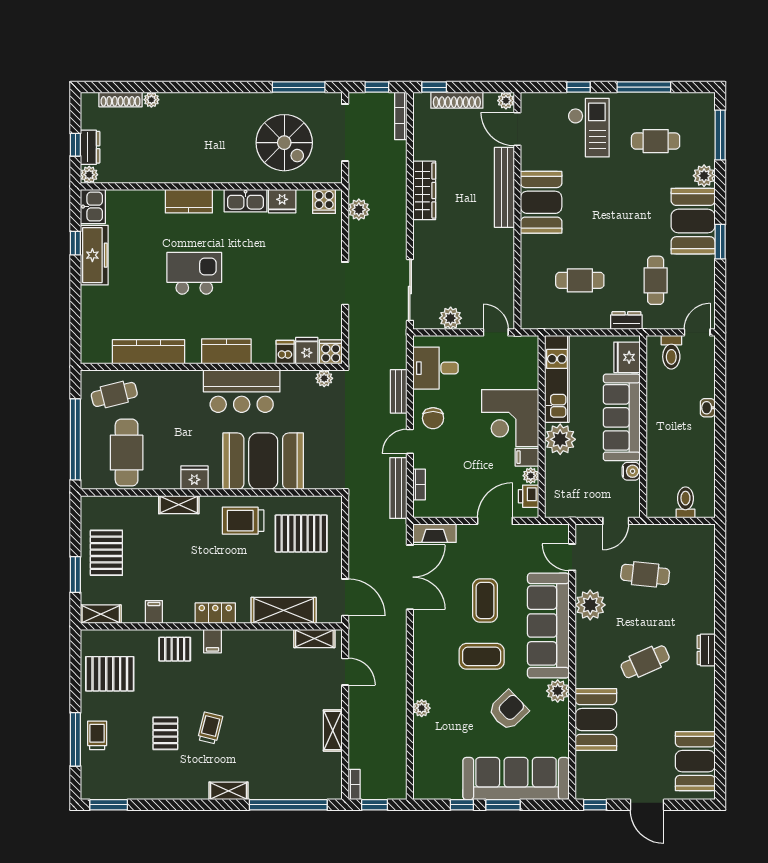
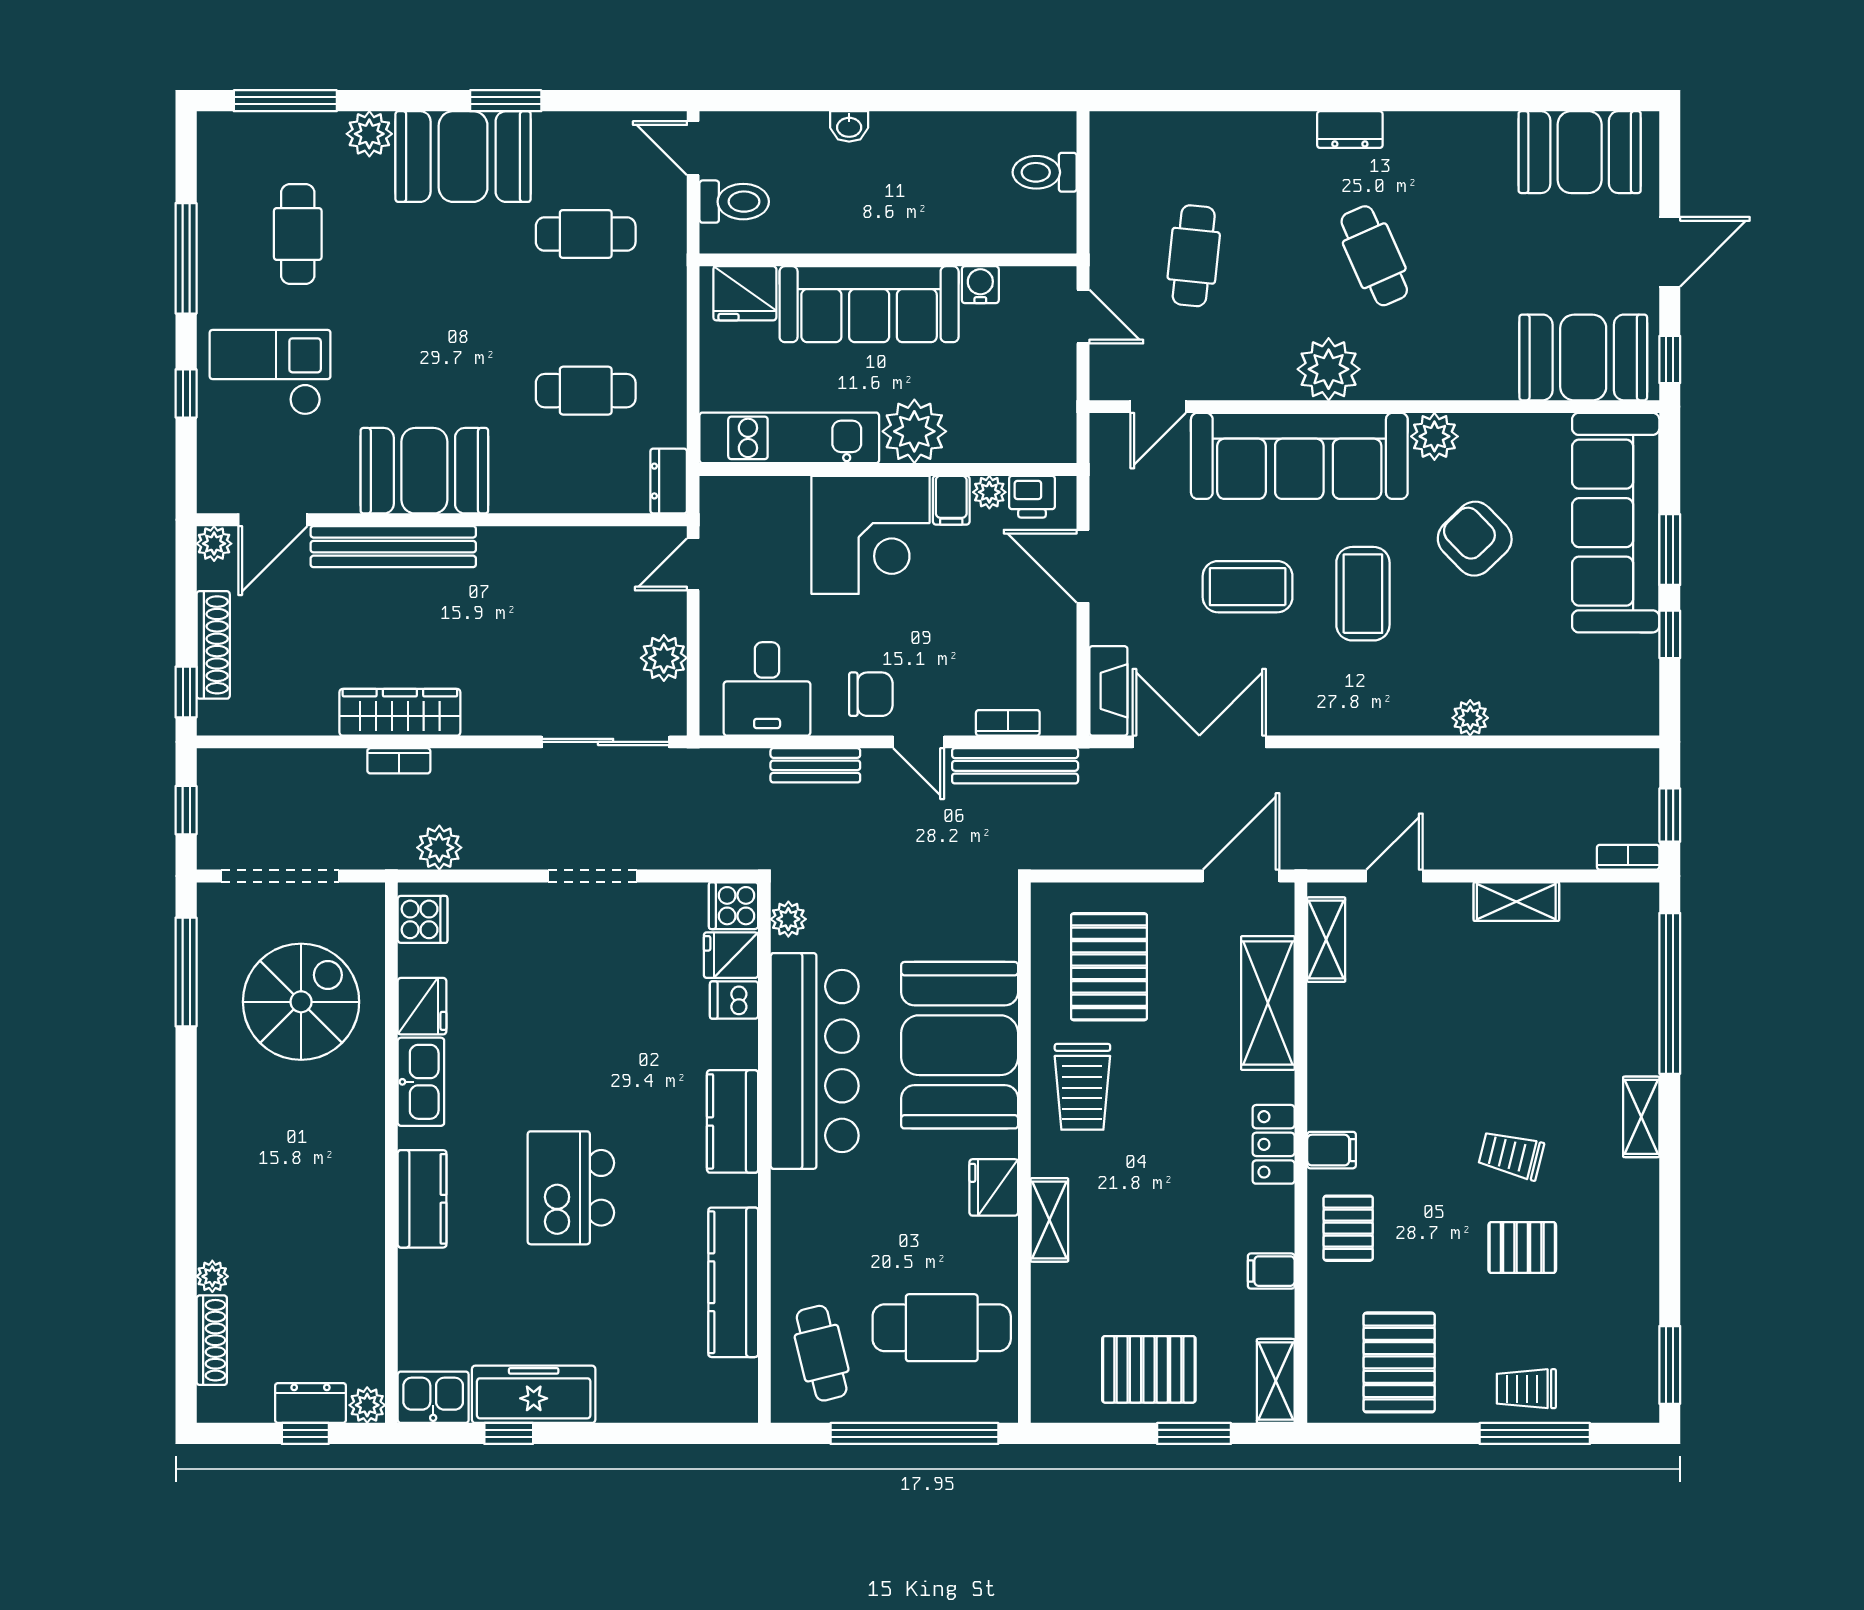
bookcase: (401, 116) -> (399, 761), moved, width x0.64
cafe table: (580, 280) -> (586, 391), turned 90
dresser: (626, 320) -> (669, 481), moved
bar counter: (242, 391) -> (815, 1061), width x1.36
plant: (590, 605) -> (1329, 369), moved
booth: (596, 720) -> (1583, 357), moved

